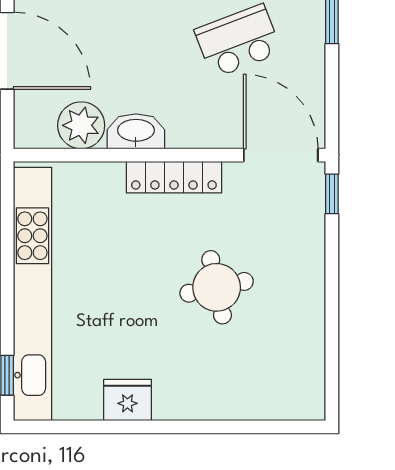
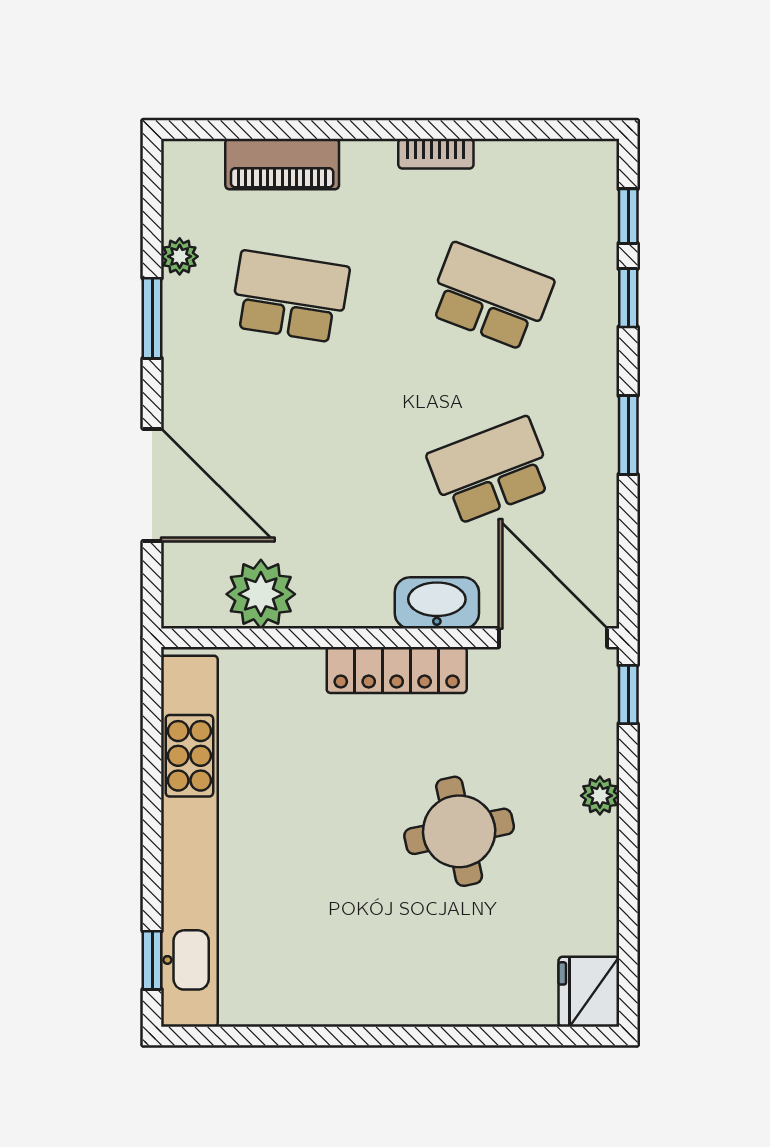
washbasin: (136, 131) -> (437, 603), moved
plant: (313, 263) -> (600, 796), added
fridge: (127, 400) -> (589, 992), moved, turned -90

